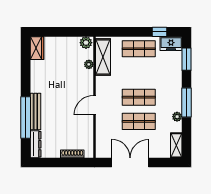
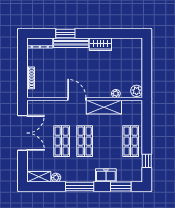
freezer: (171, 44) -> (106, 175), moved, turned 90
wardrobe: (37, 48) -> (100, 44), moved
shelving: (103, 57) -> (104, 107), moved
window: (26, 117) -> (65, 33), width x0.47
plant: (177, 117) -> (56, 178), moved

